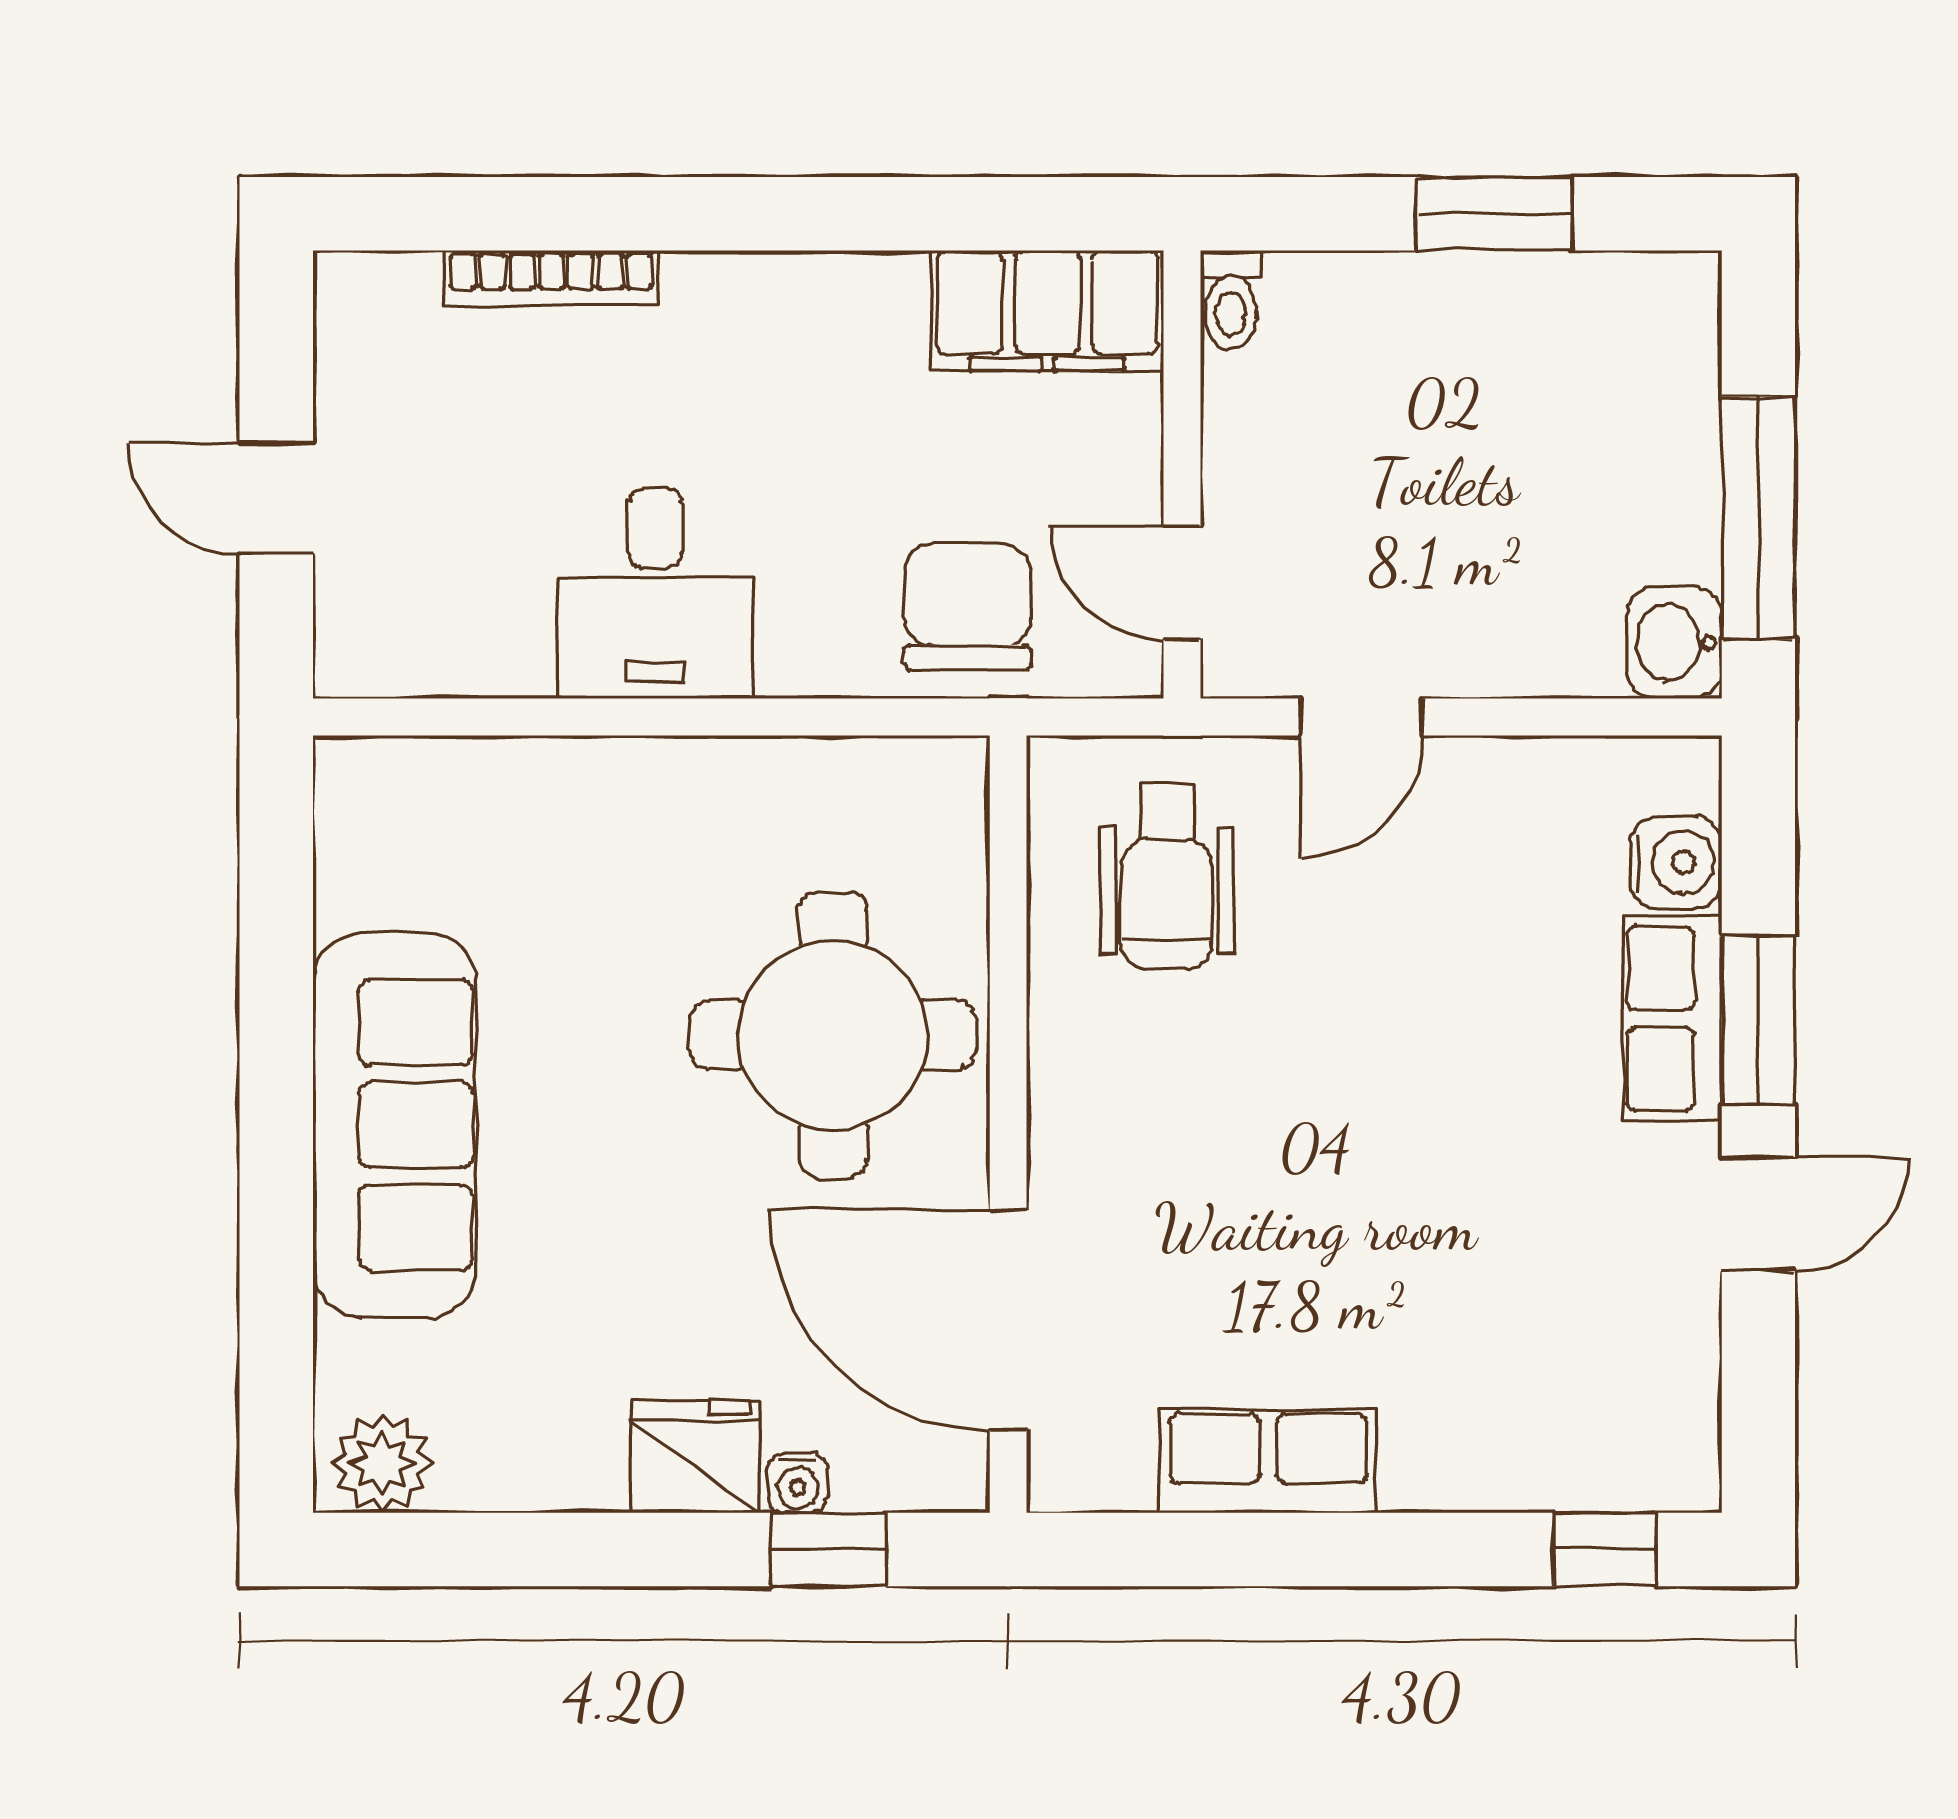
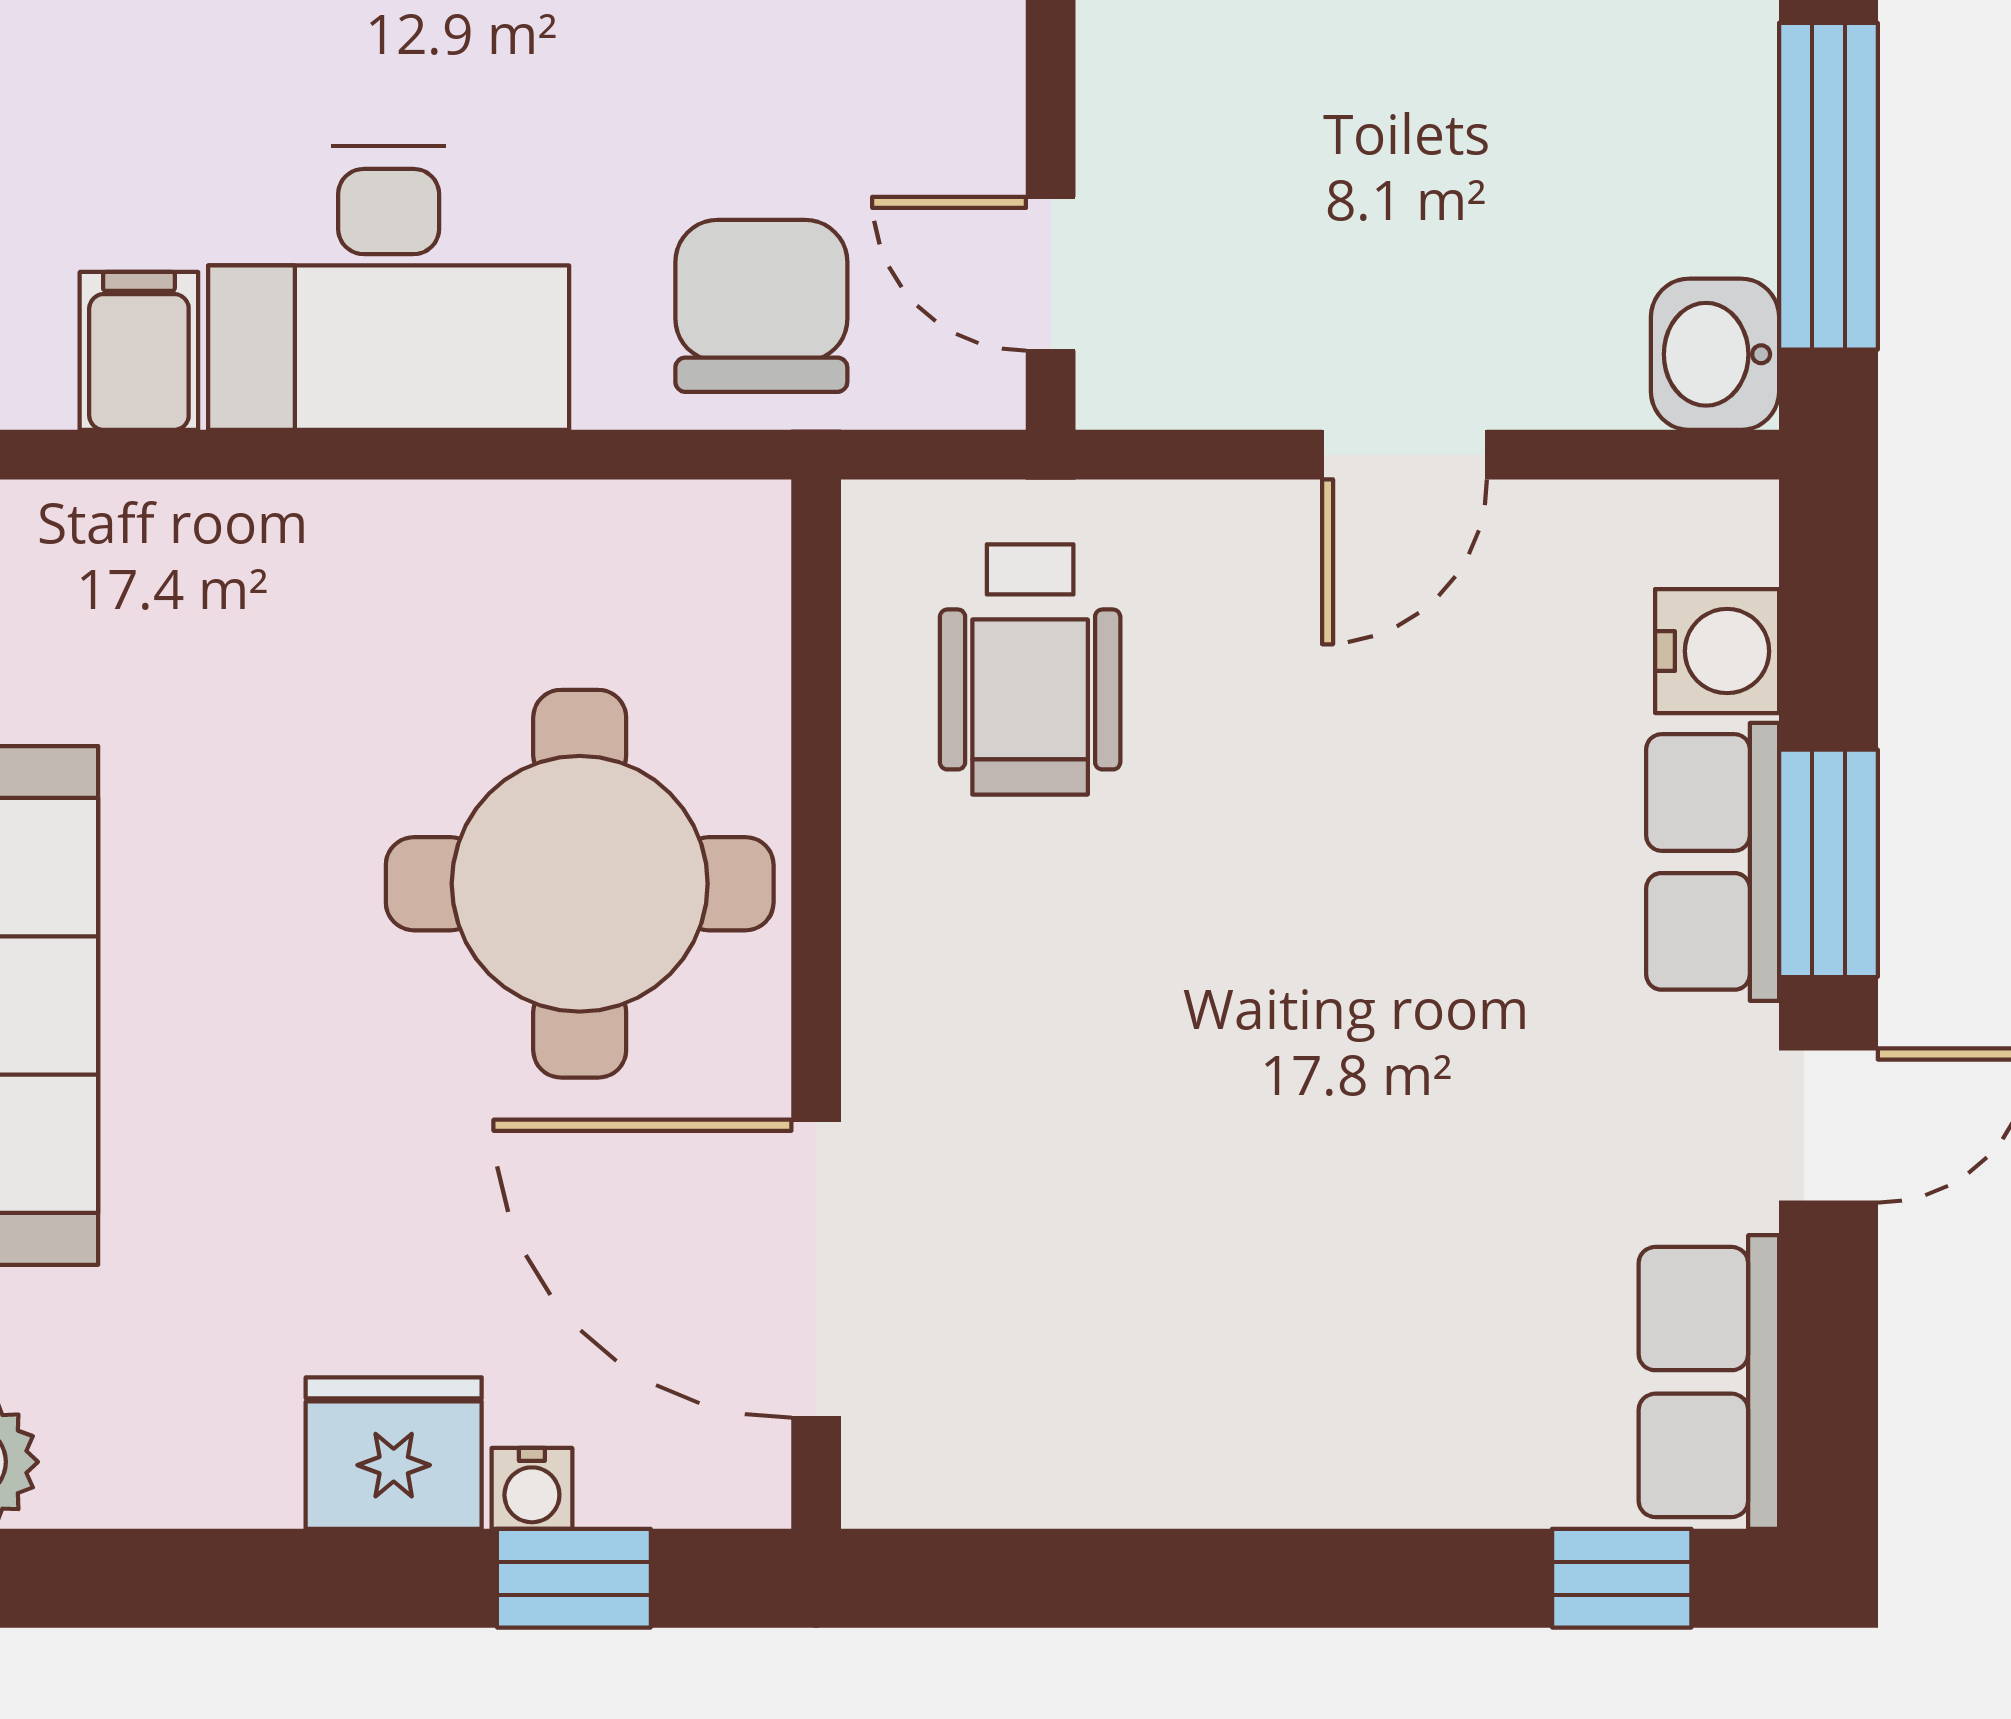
desk: (655, 594) -> (389, 288), width x1.37
filing cabinet: (506, 640) -> (139, 351), added
door: (1361, 717) -> (1404, 455), moved
row of seats: (1268, 1461) -> (1709, 1382), moved, turned -90

